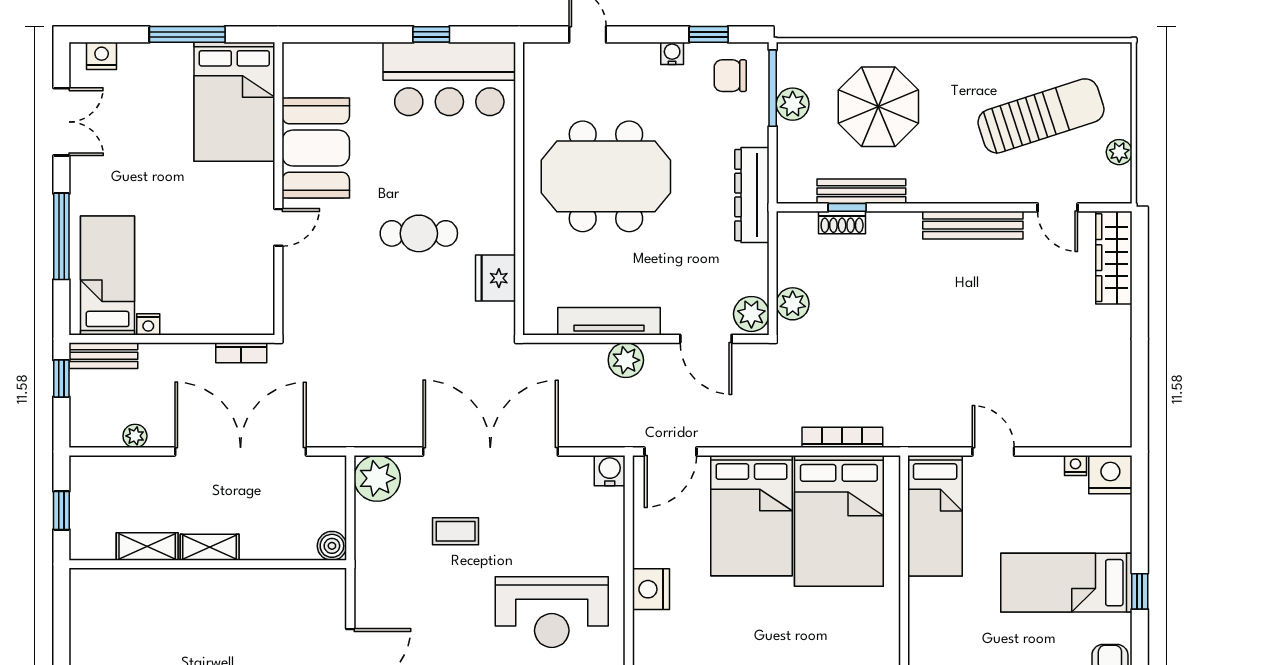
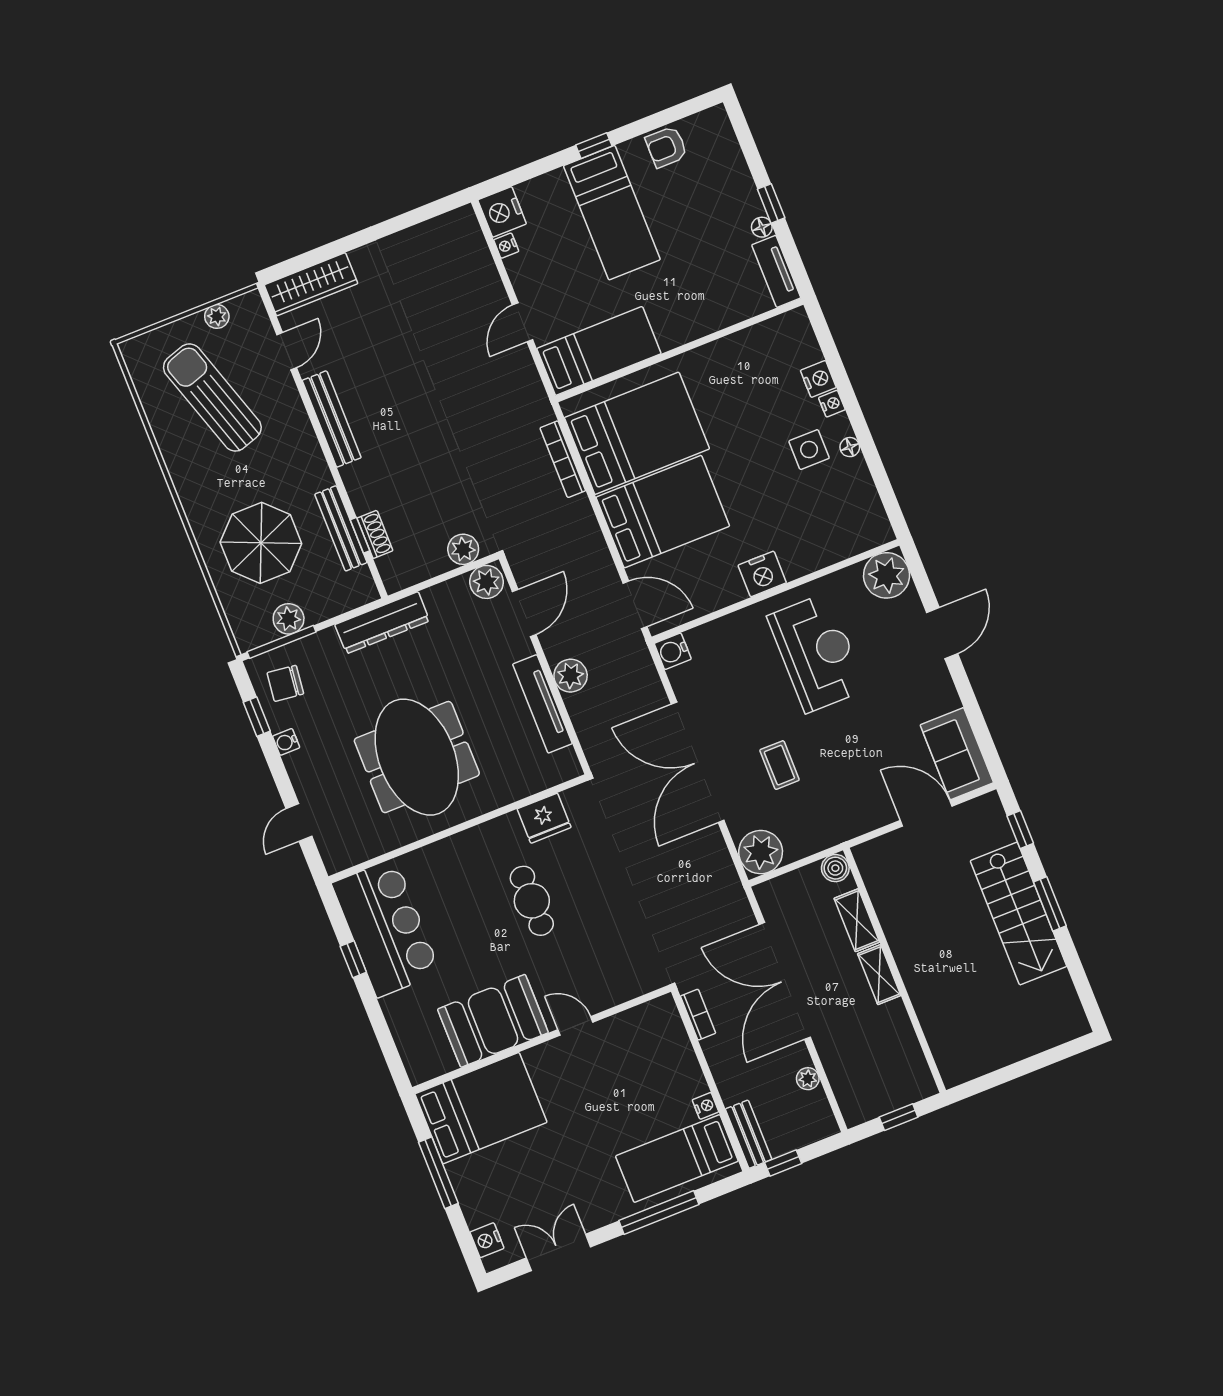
chair: (730, 76) -> (285, 683), turned 97
shelving: (147, 547) -> (857, 920), moved

